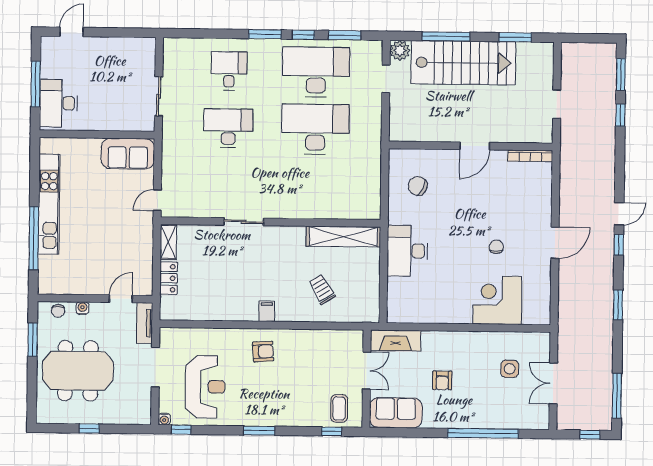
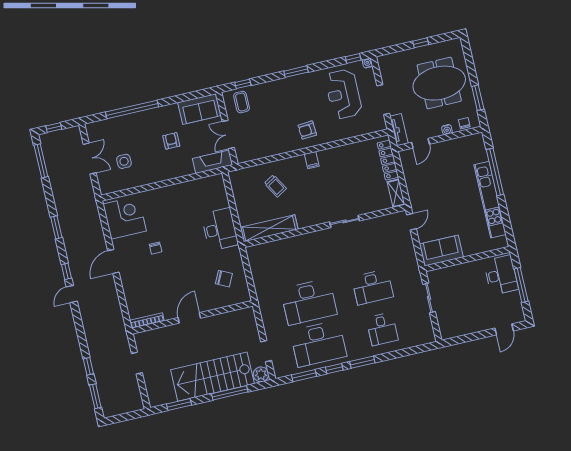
locker: (169, 278) -> (388, 160), width x1.53
corner desk: (497, 300) -> (125, 218), moved, turned -90

